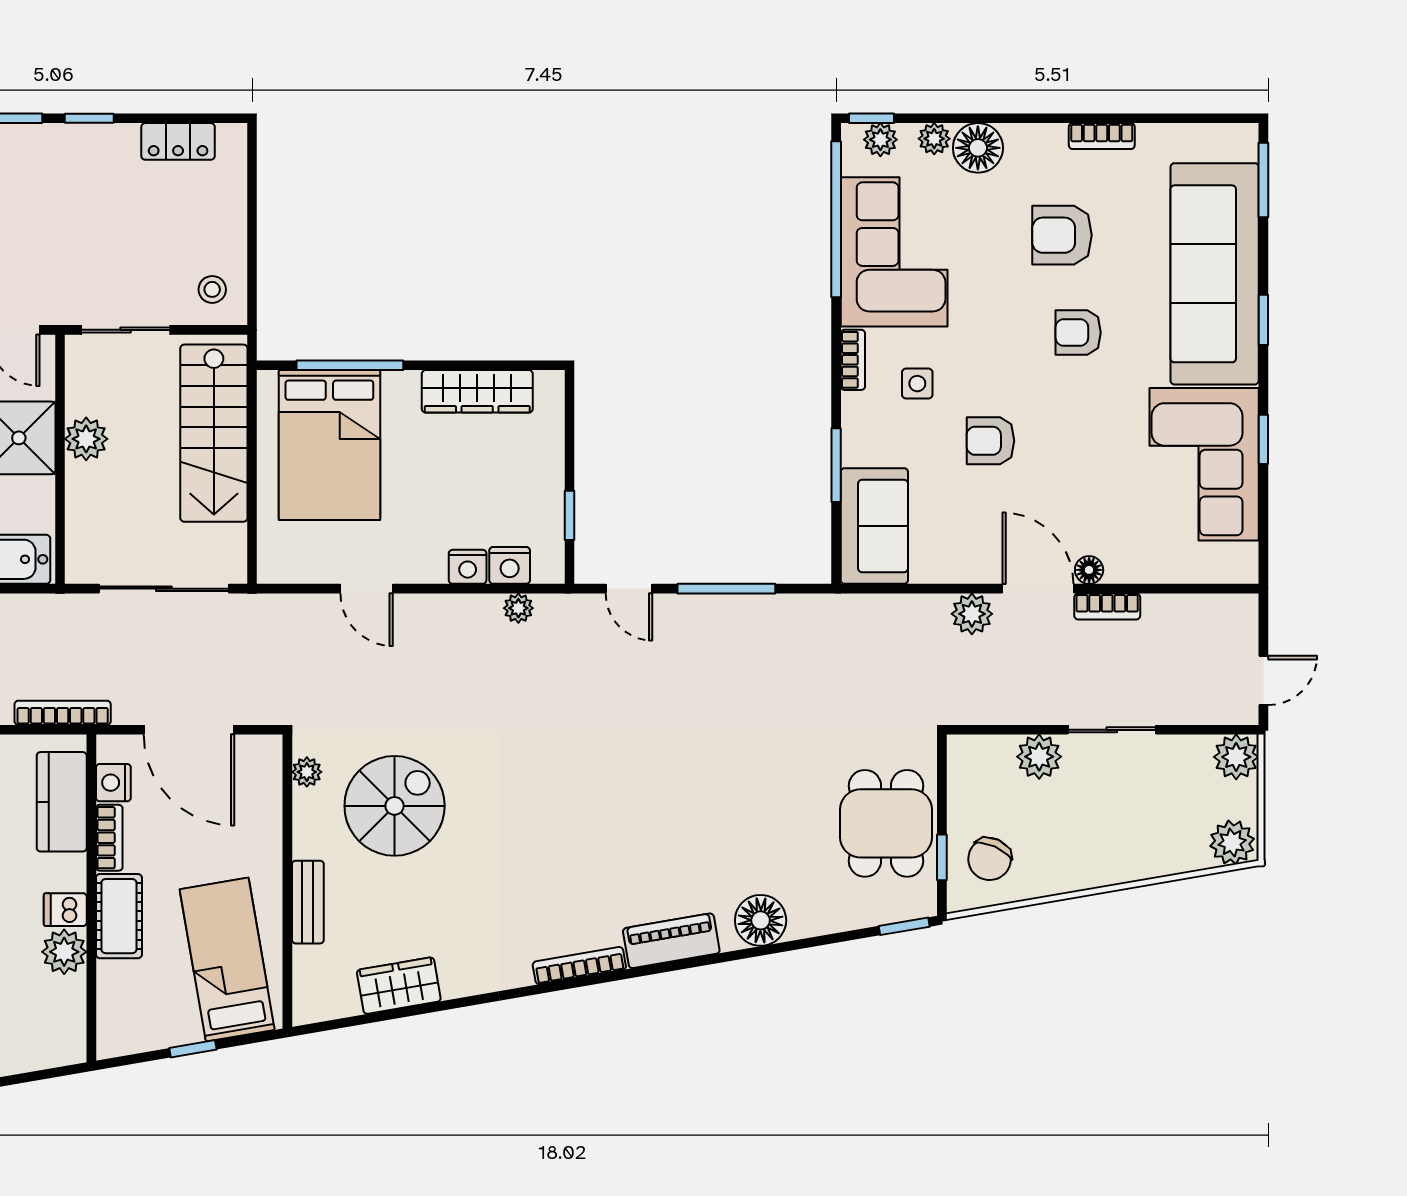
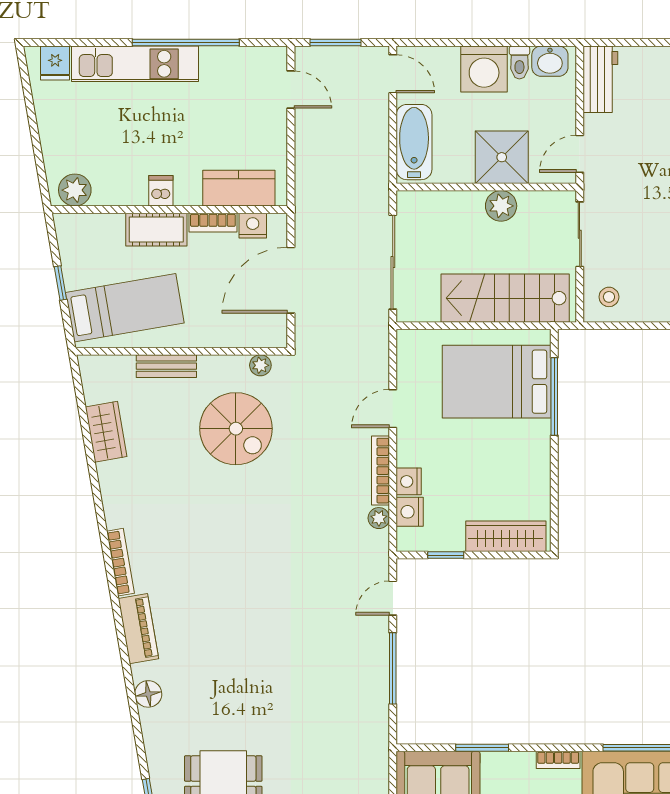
wardrobe: (477, 391) -> (506, 536), moved, turned 90
bookcase: (63, 713) -> (381, 471), moved, turned 180
floor lamp: (761, 920) -> (148, 694), width x0.73, depth x0.73
plant: (64, 952) -> (75, 190), moved

